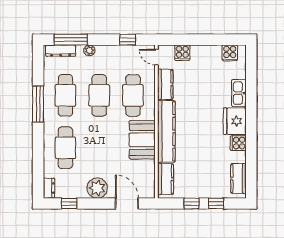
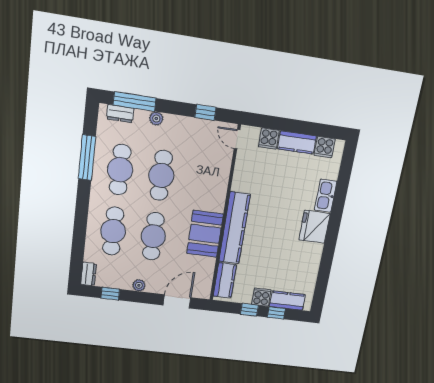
dresser: (61, 51) -> (120, 114), width x0.70
kitchen counter: (165, 84) -> (297, 142), moved, turned 90
cafe table: (133, 95) -> (153, 236), moved
window: (38, 104) -> (87, 158), moved
cooker: (238, 143) -> (261, 297), moved, turned 90
kitchen counter: (239, 179) -> (287, 301), moved, turned 90
plant: (97, 188) -> (139, 285), width x0.53, depth x0.53
door: (127, 203) -> (177, 301), hinge flipped

